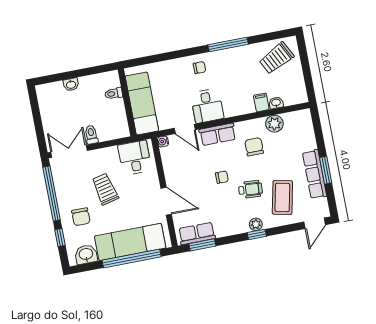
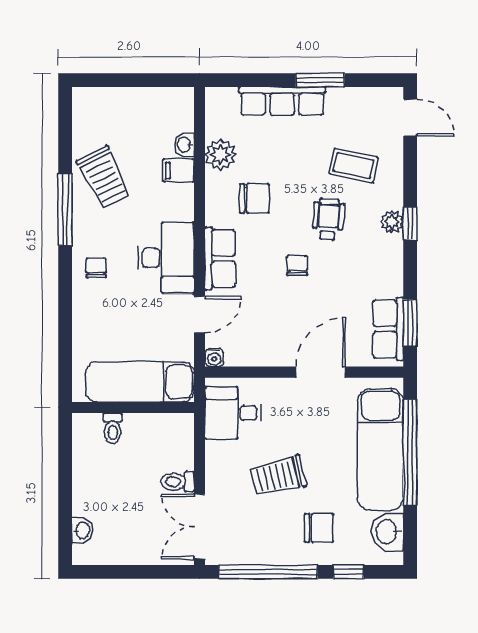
trolley: (277, 58) -> (104, 177), moved
washbasin: (71, 84) -> (82, 530), moved
desk: (207, 106) -> (166, 258), width x1.37
chair: (254, 147) -> (254, 198), turned 180
row of seats: (315, 174) -> (282, 101), moved
coffee table: (282, 197) -> (354, 166), width x0.73, depth x0.77

